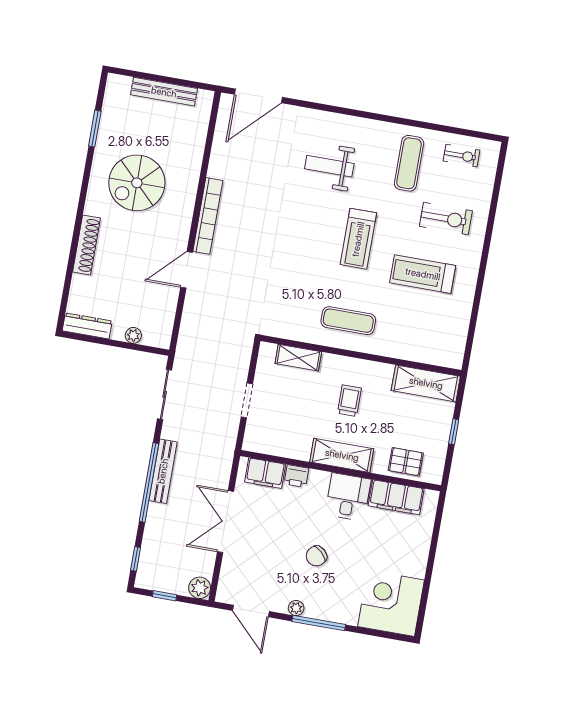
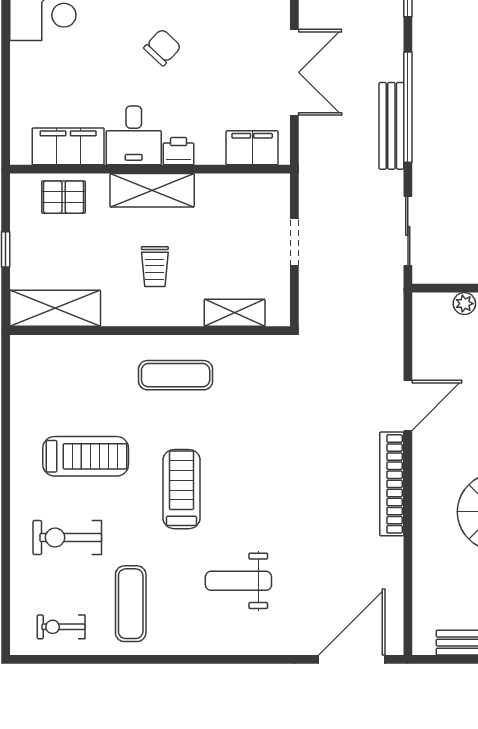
weight bench: (329, 166) -> (238, 581), turned 180
printer: (296, 476) -> (179, 151), moved

